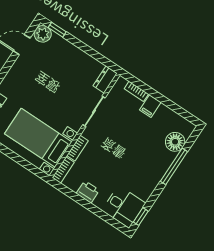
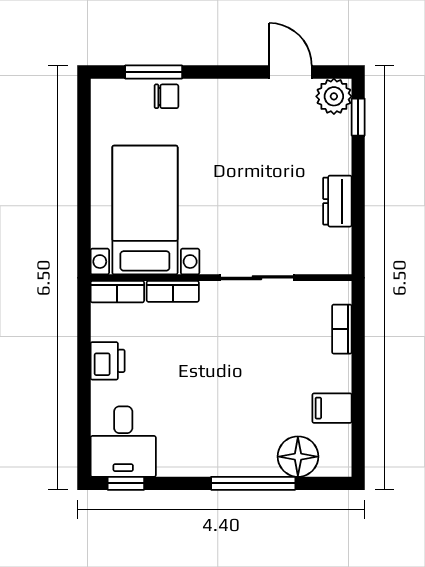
dresser: (105, 80) -> (337, 201), moved, turned -90
filing cabinet: (150, 106) -> (332, 408), moved

